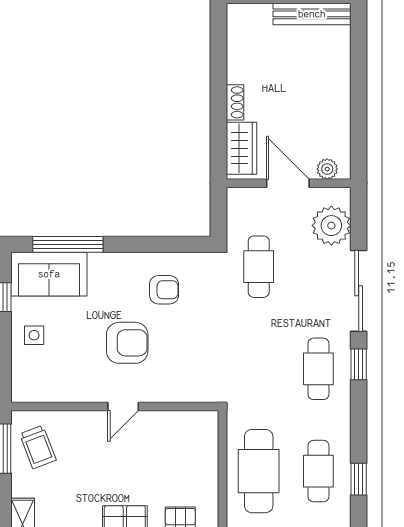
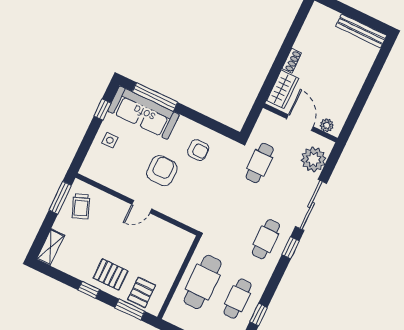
sofa: (49, 274) -> (144, 113), width x1.36
armchair: (127, 343) -> (162, 171), turned -90

